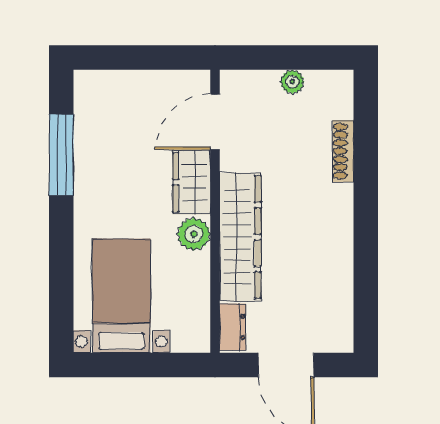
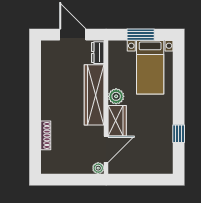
plant: (292, 82) -> (98, 168), moved
window: (61, 155) -> (179, 134), width x0.46
window: (142, 365) -> (141, 35), added

